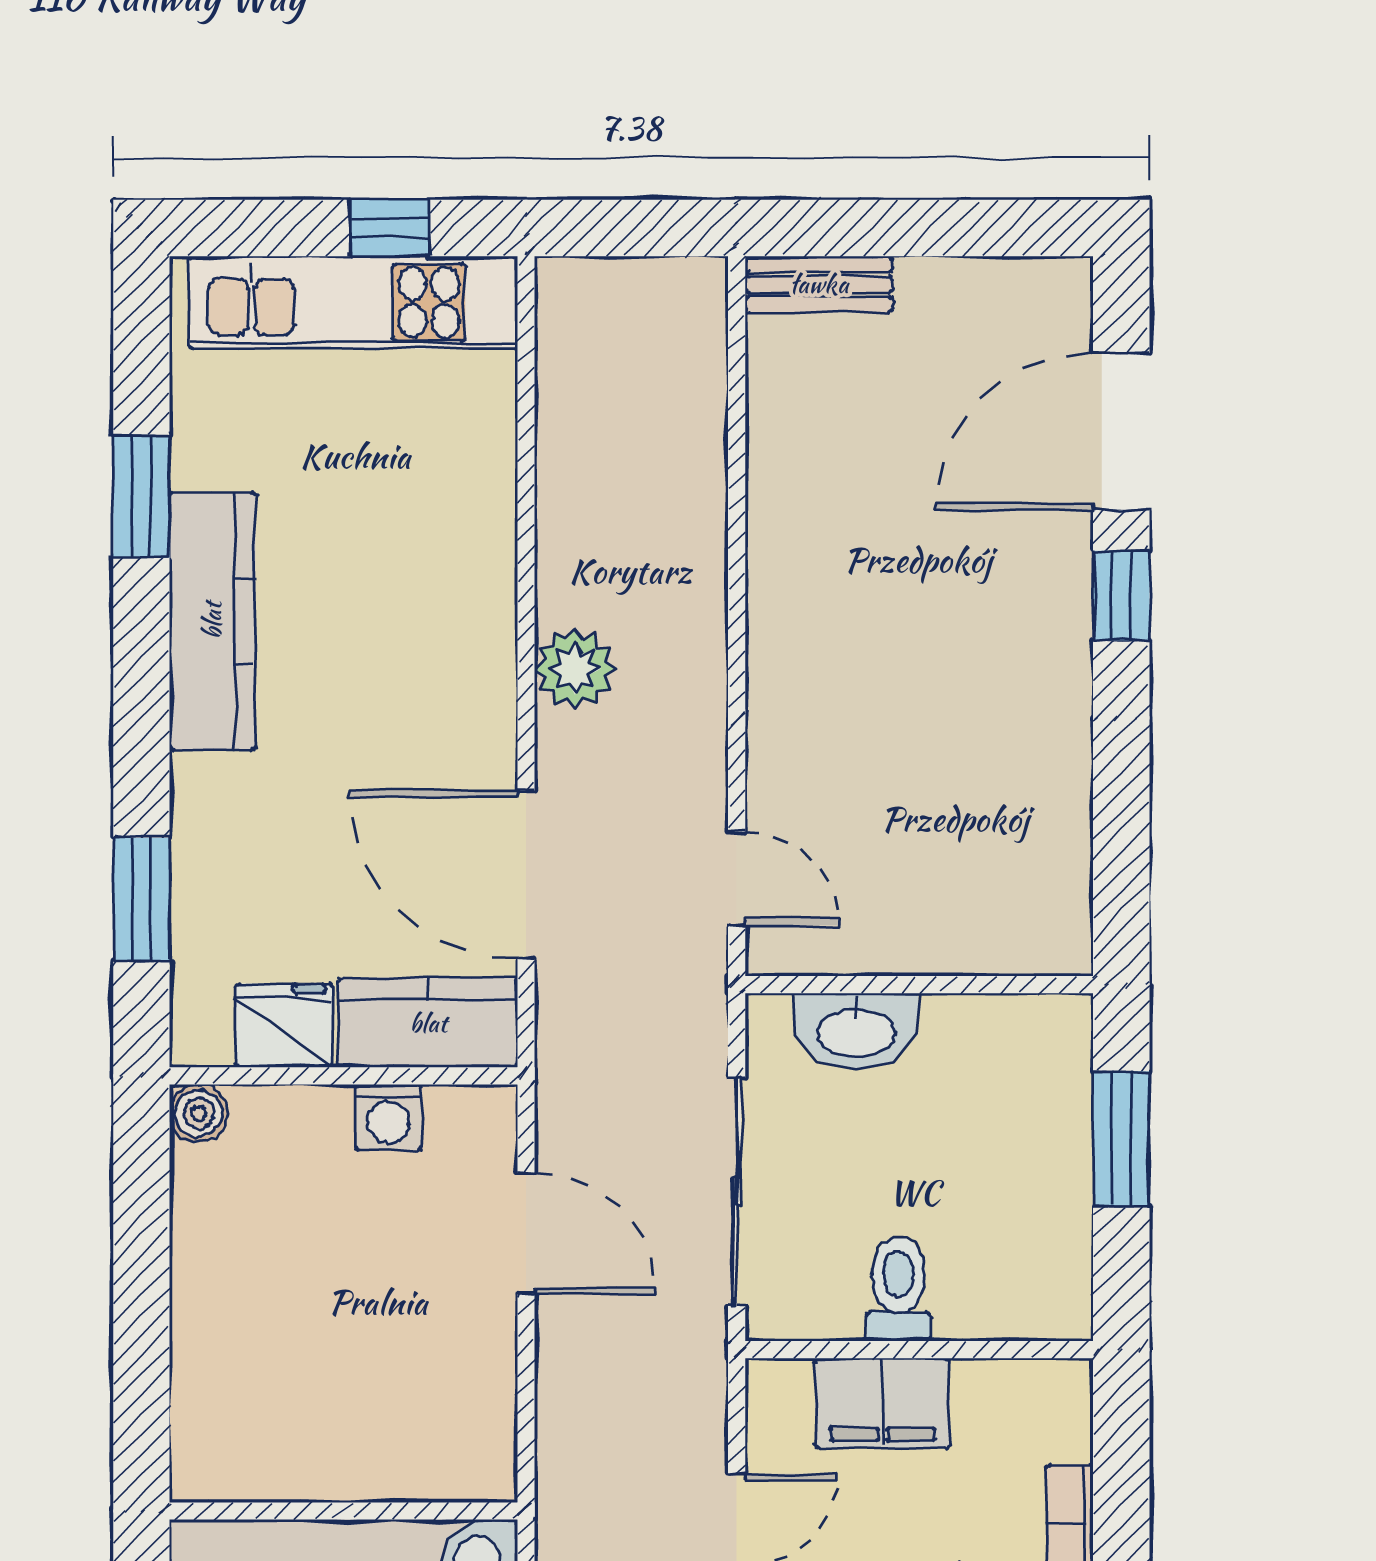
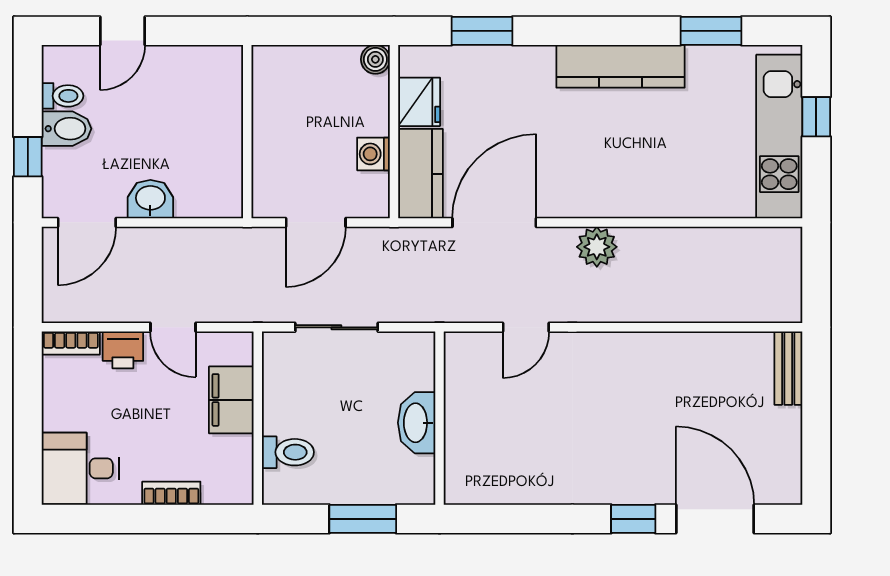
window: (390, 228) -> (816, 117), moved
window: (141, 496) -> (711, 31), moved
door: (737, 878) -> (526, 327), moved
washbasin: (856, 1031) -> (417, 423), moved
sliding door: (737, 1192) -> (336, 327), width x0.73
toilet: (898, 1289) -> (288, 452), moved
wall: (344, 1511) -> (247, 132), moved

